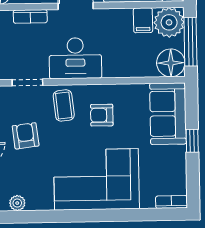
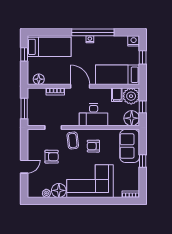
window: (190, 42) -> (143, 107), width x0.46
desk: (75, 58) -> (94, 115), moved
armchair: (26, 136) -> (52, 157), turned 97
floor lamp: (40, 197) -> (59, 190), added

